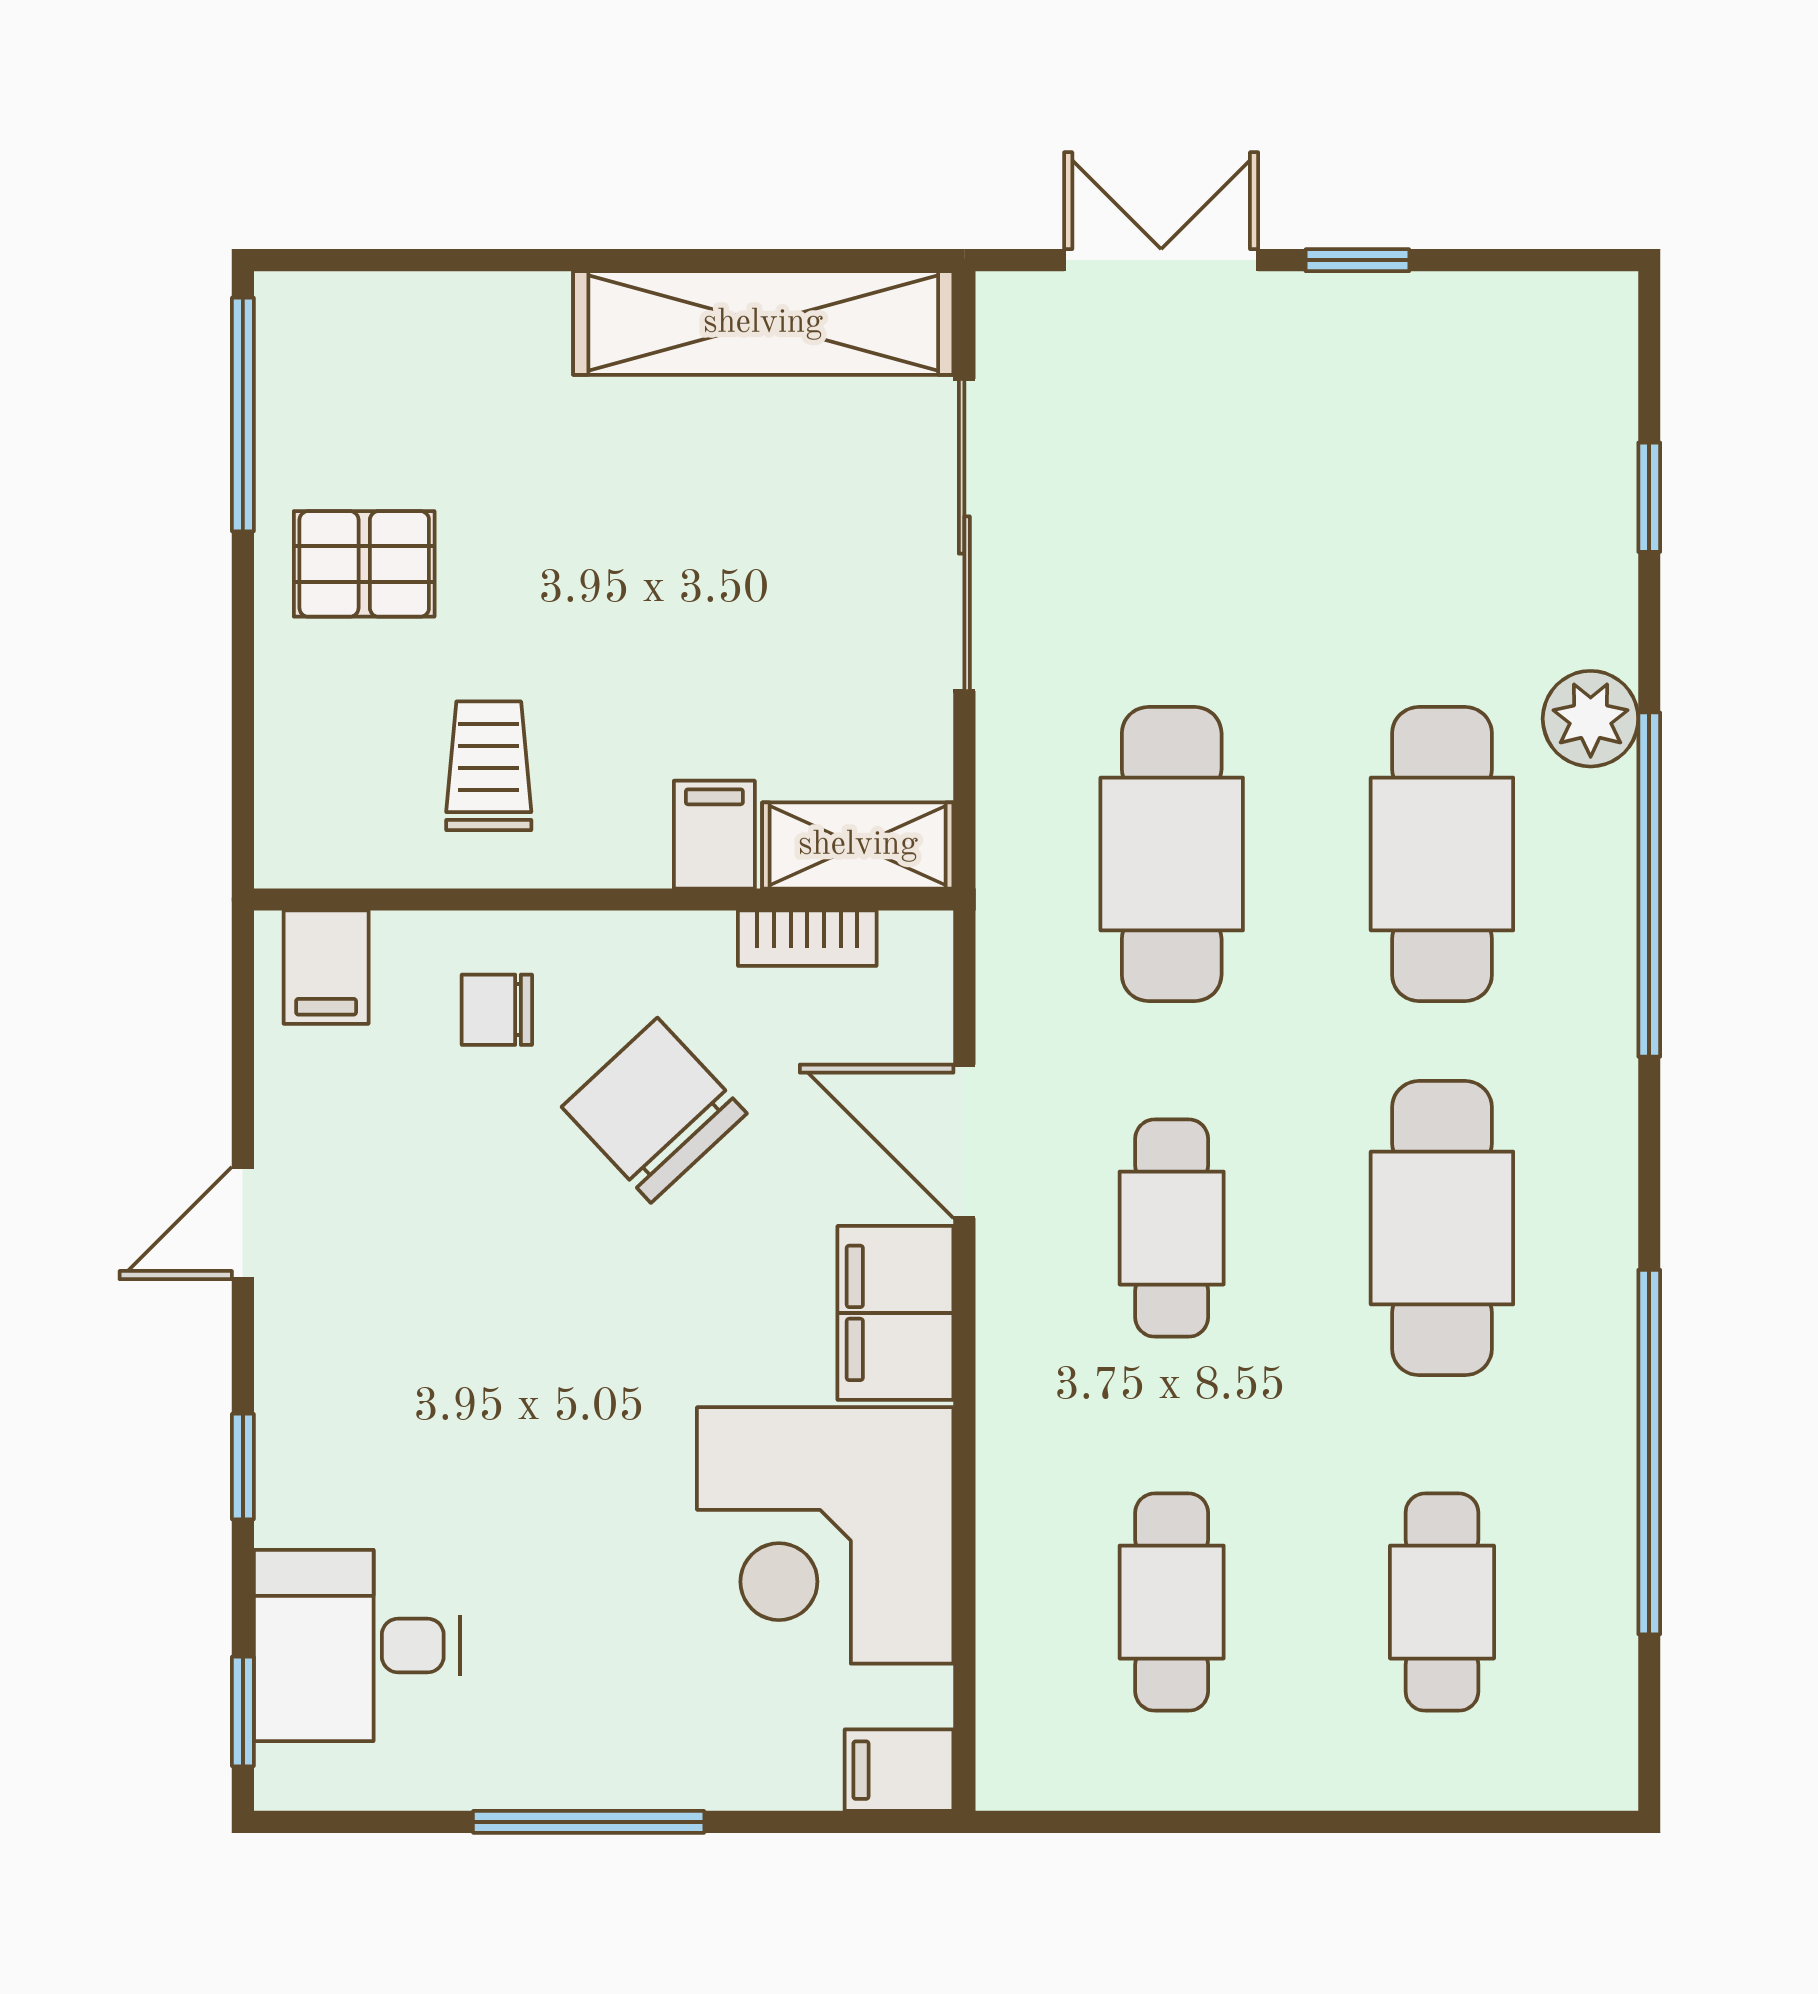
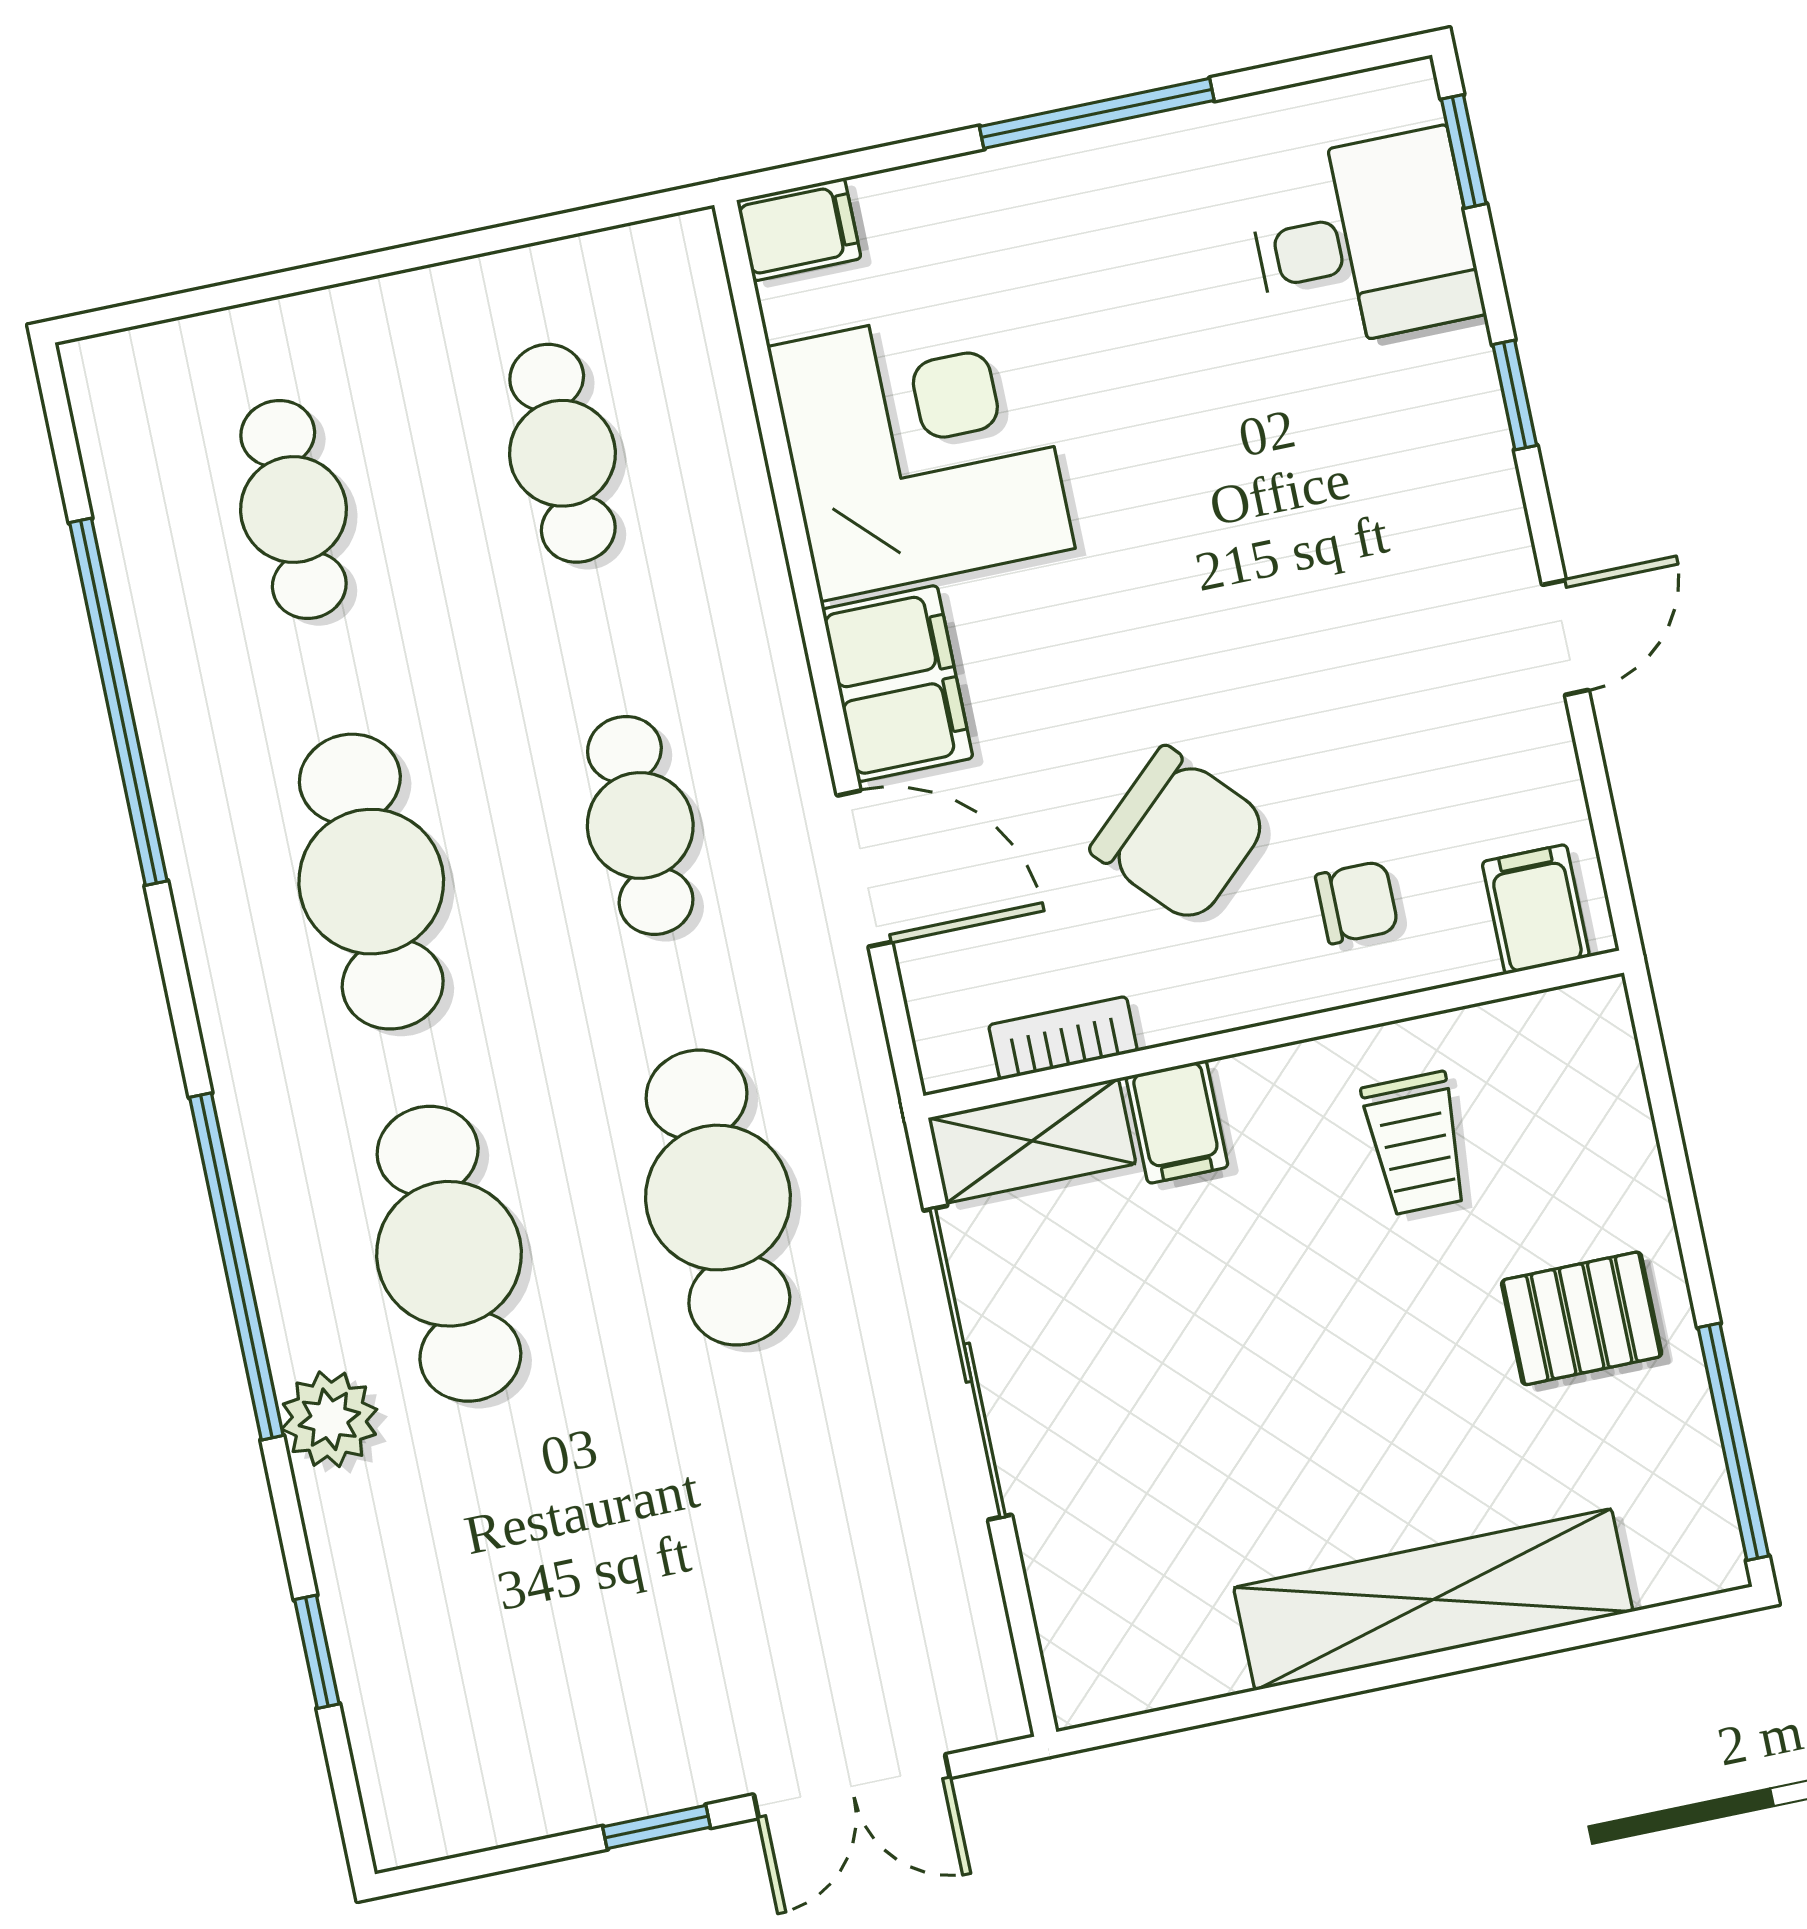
shelving: (763, 323) -> (1433, 1599), moved
sliding door: (964, 535) -> (968, 1363), moved

